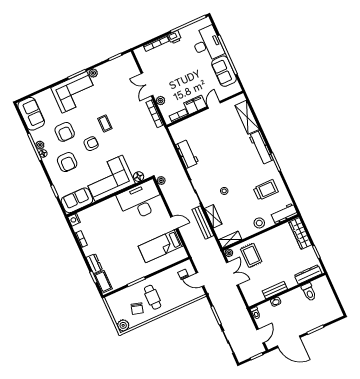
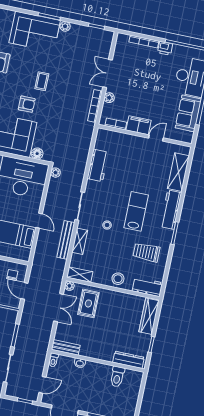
armchair: (91, 144) -> (27, 104), moved
lab bench: (238, 166) -> (136, 211), added
trolley: (266, 190) -> (146, 252), turned 180
bench: (275, 290) -> (66, 347), moved

